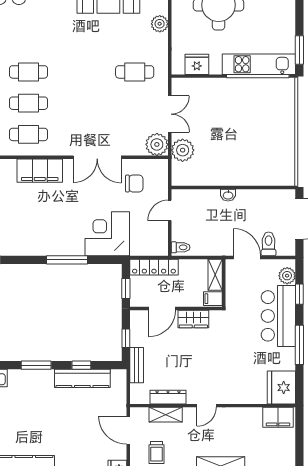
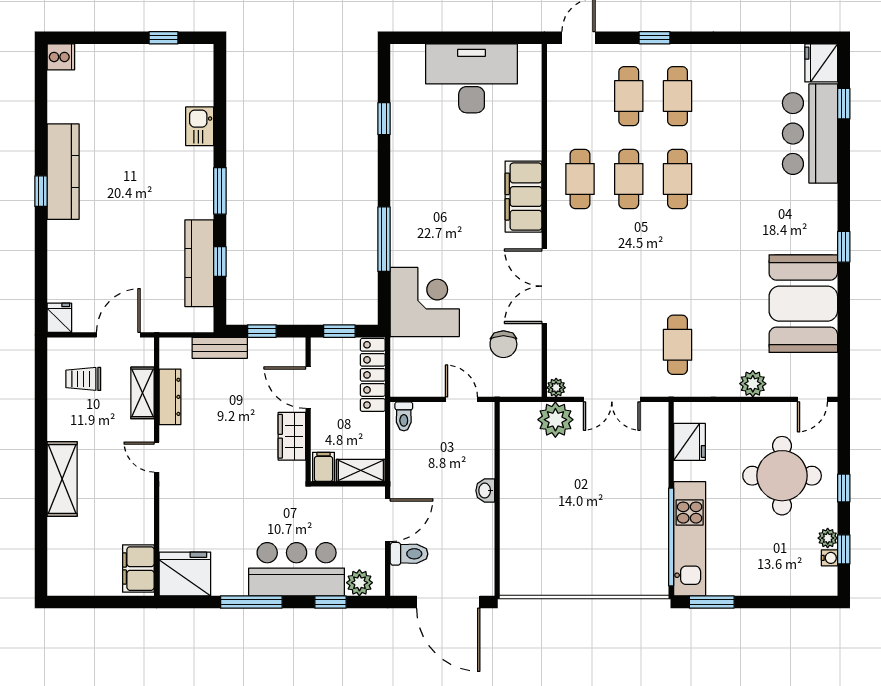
plant: (157, 144) -> (556, 388), width x0.53, depth x0.53

